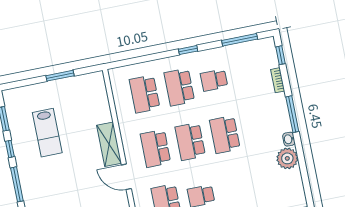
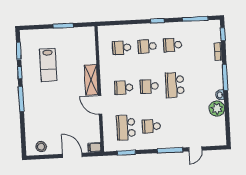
school desk: (179, 87) -> (147, 46), width x0.54
school desk: (145, 94) -> (122, 48), width x0.54
school desk: (190, 141) -> (149, 86), width x0.54
school desk: (155, 148) -> (124, 88), width x0.54

